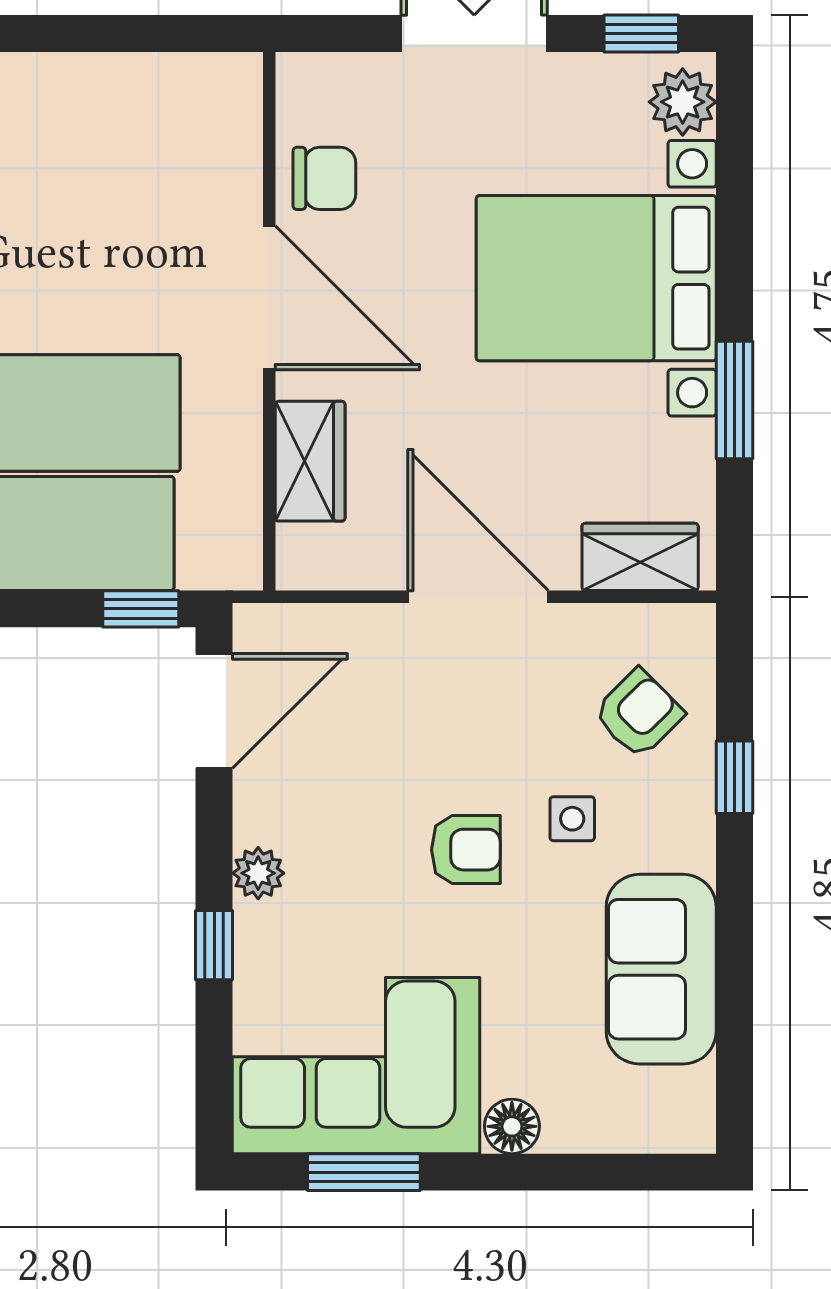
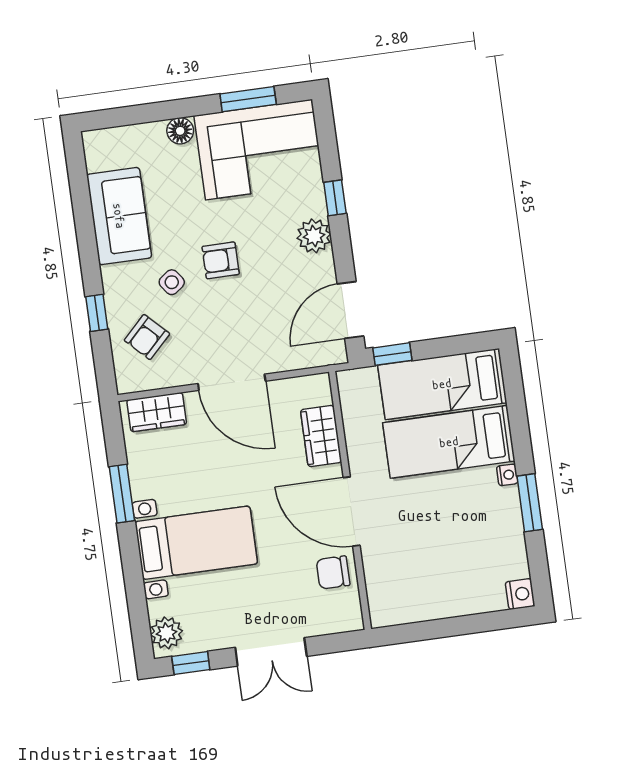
bed with nightstands: (596, 278) -> (196, 543), width x0.73
side table: (572, 819) -> (172, 282), turned -37
plant: (258, 873) -> (314, 236), width x1.38, depth x1.38

